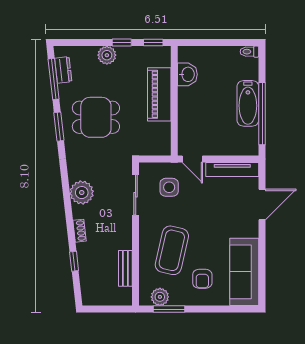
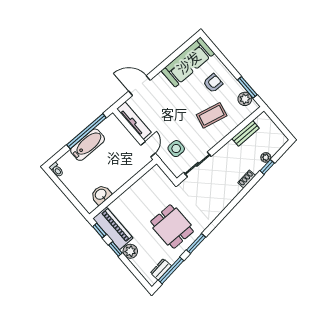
piano: (159, 94) -> (113, 228), moved, turned -90
plant: (82, 193) -> (266, 157), moved, width x0.53, depth x0.53
coffee table: (172, 250) -> (212, 115), width x0.73, depth x0.76

